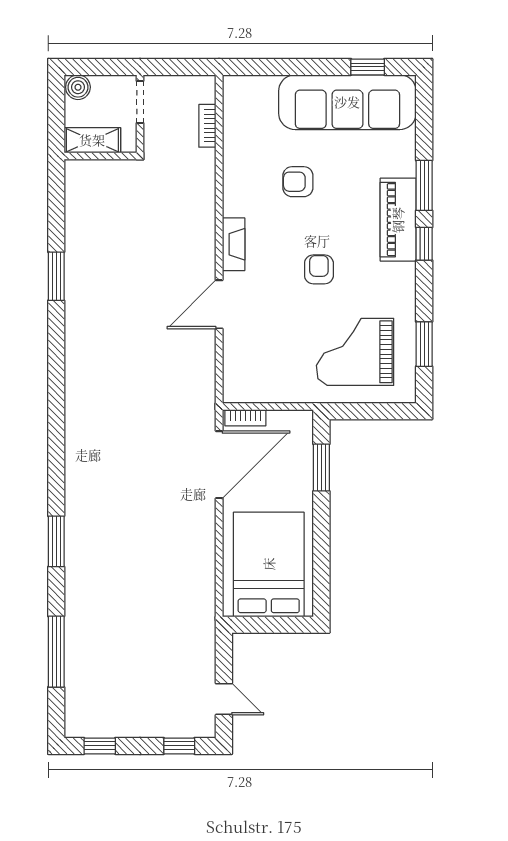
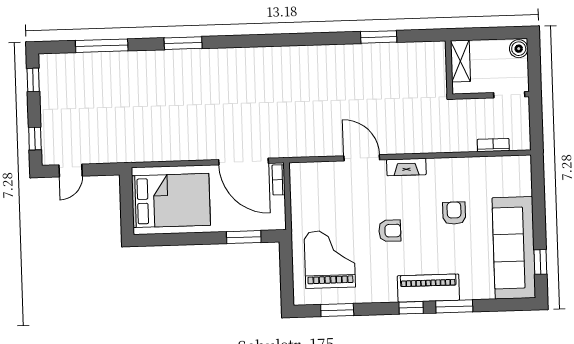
shelving: (92, 140) -> (460, 61), moved
wall: (100, 156) -> (449, 67), moved

